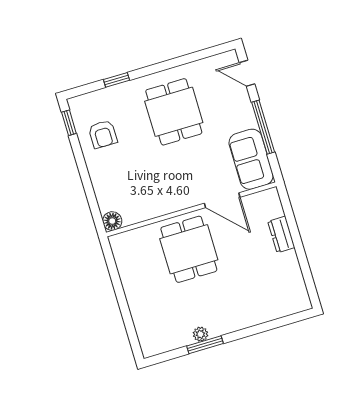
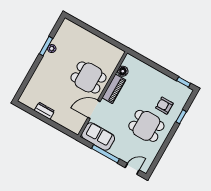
armchair: (103, 134) -> (164, 106), moved
piano: (170, 202) -> (114, 89), added
floor lamp: (112, 221) -> (123, 71), moved
dresser: (281, 234) -> (44, 111), moved

